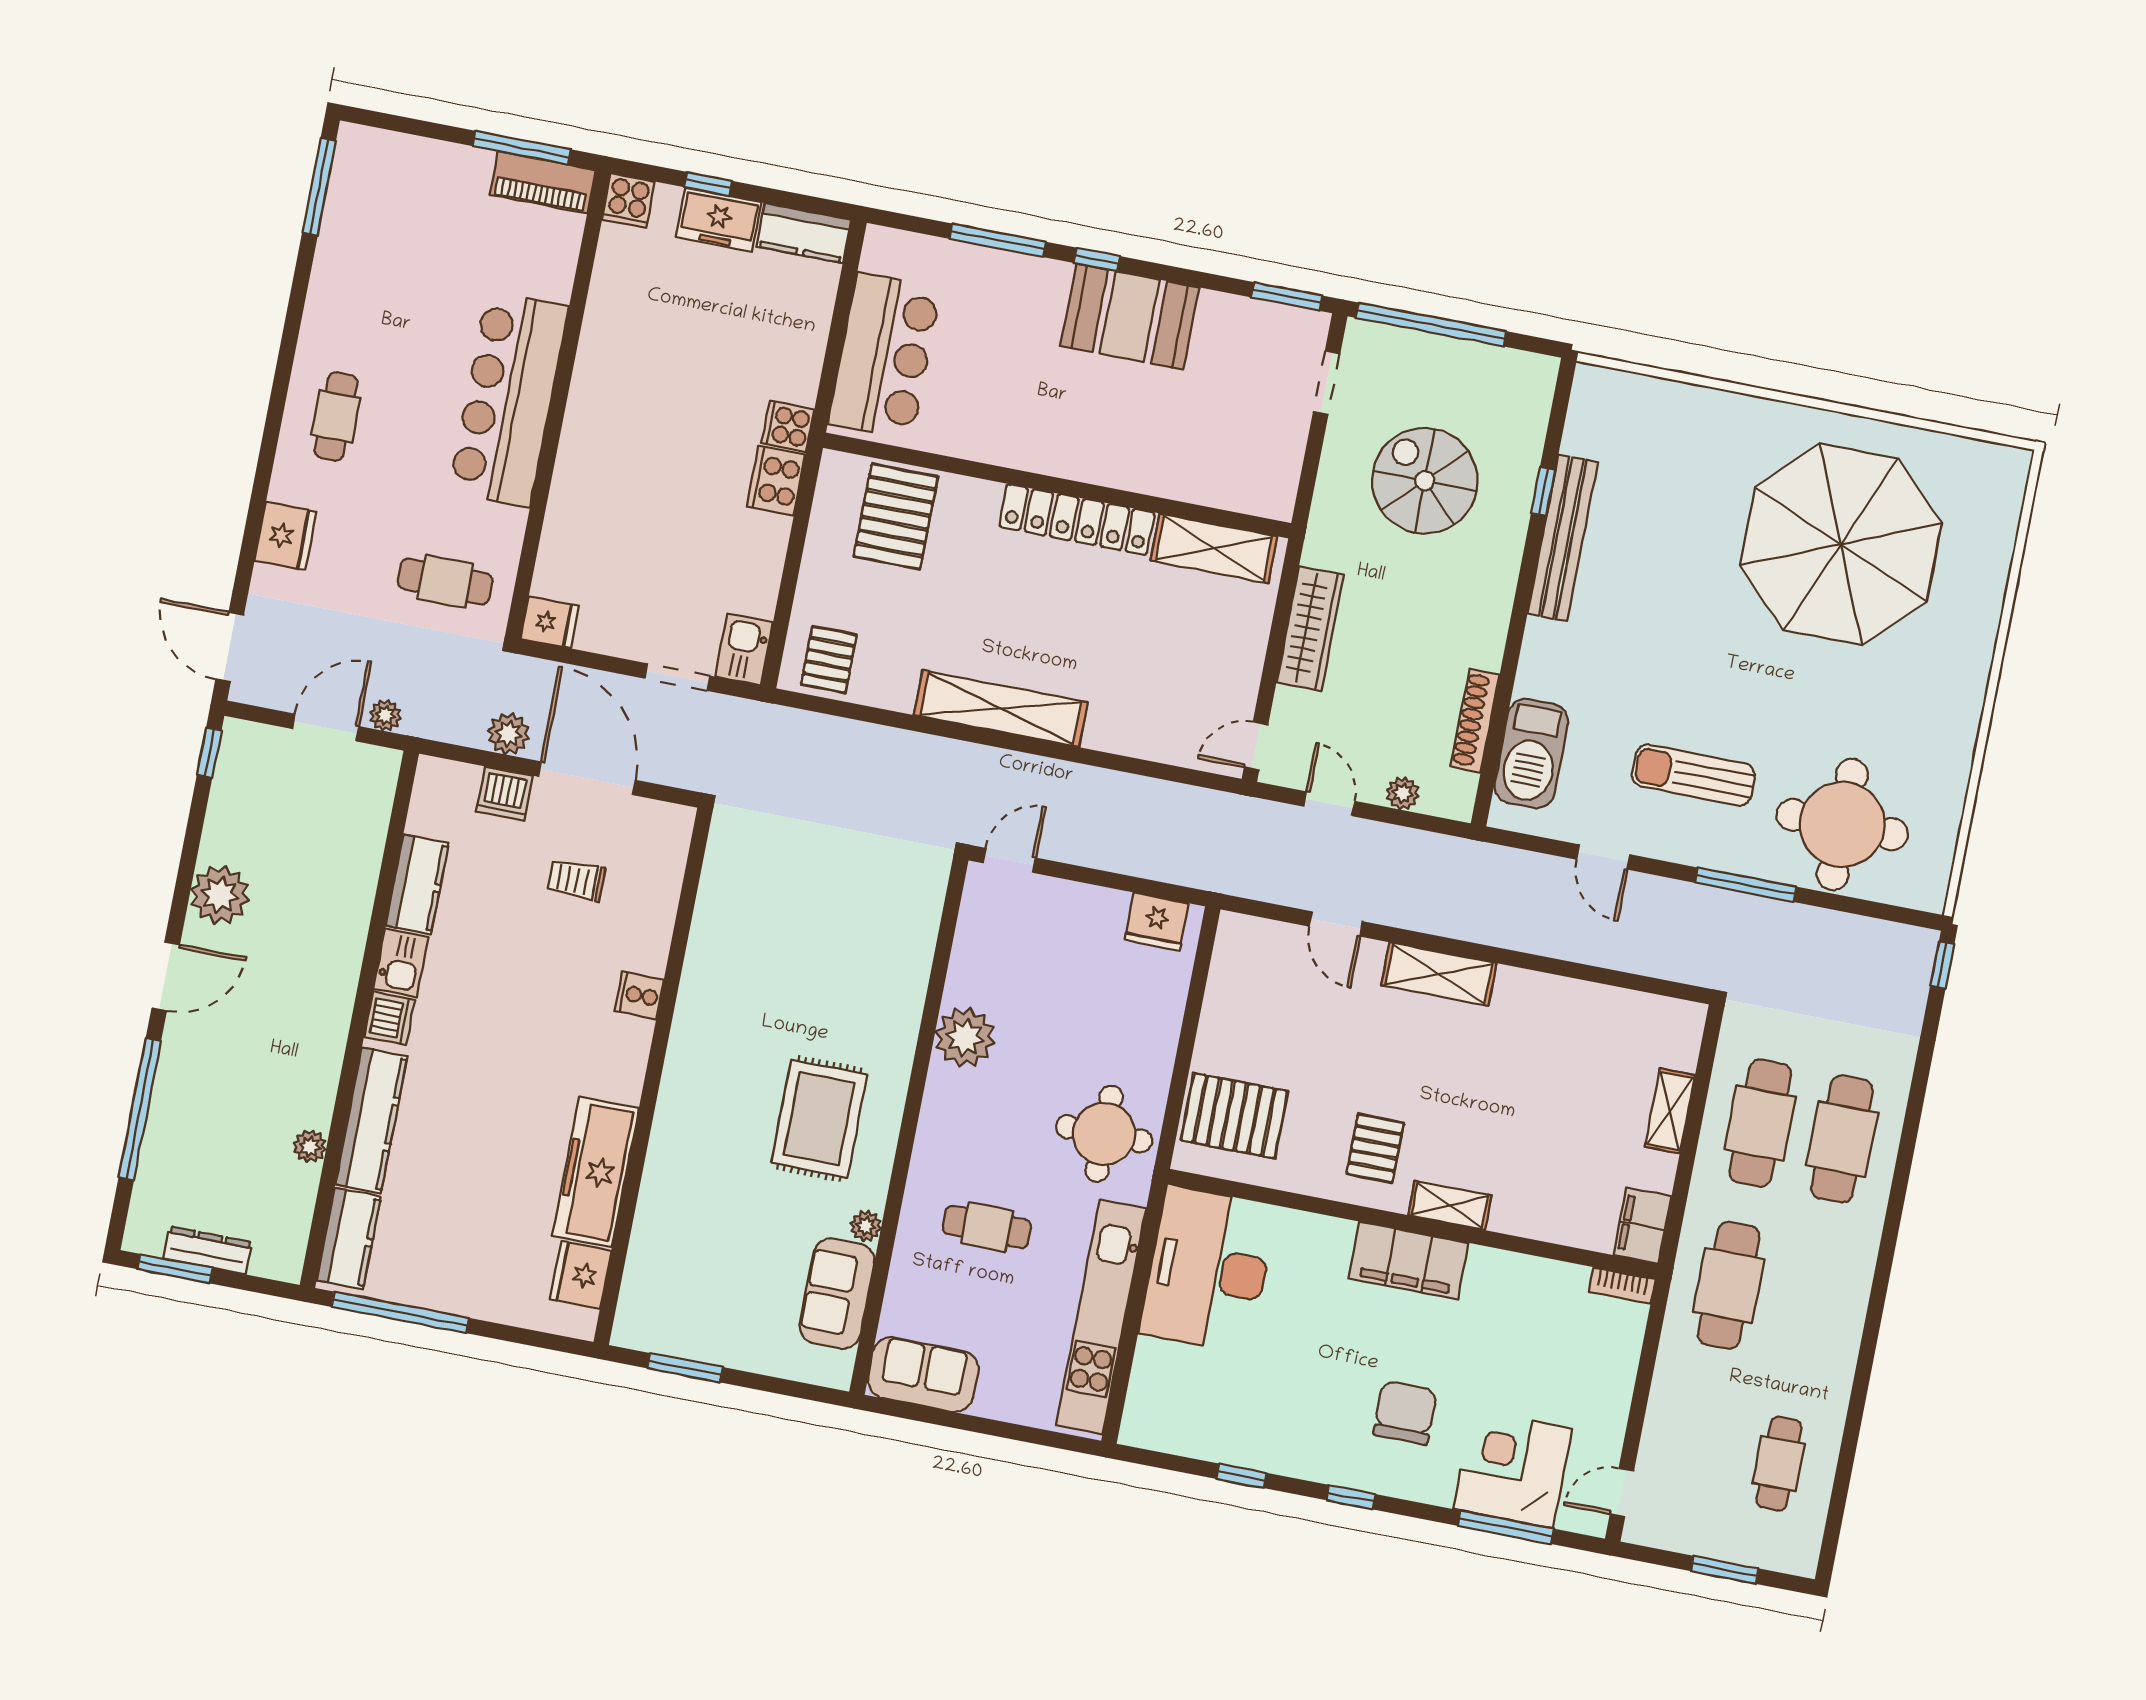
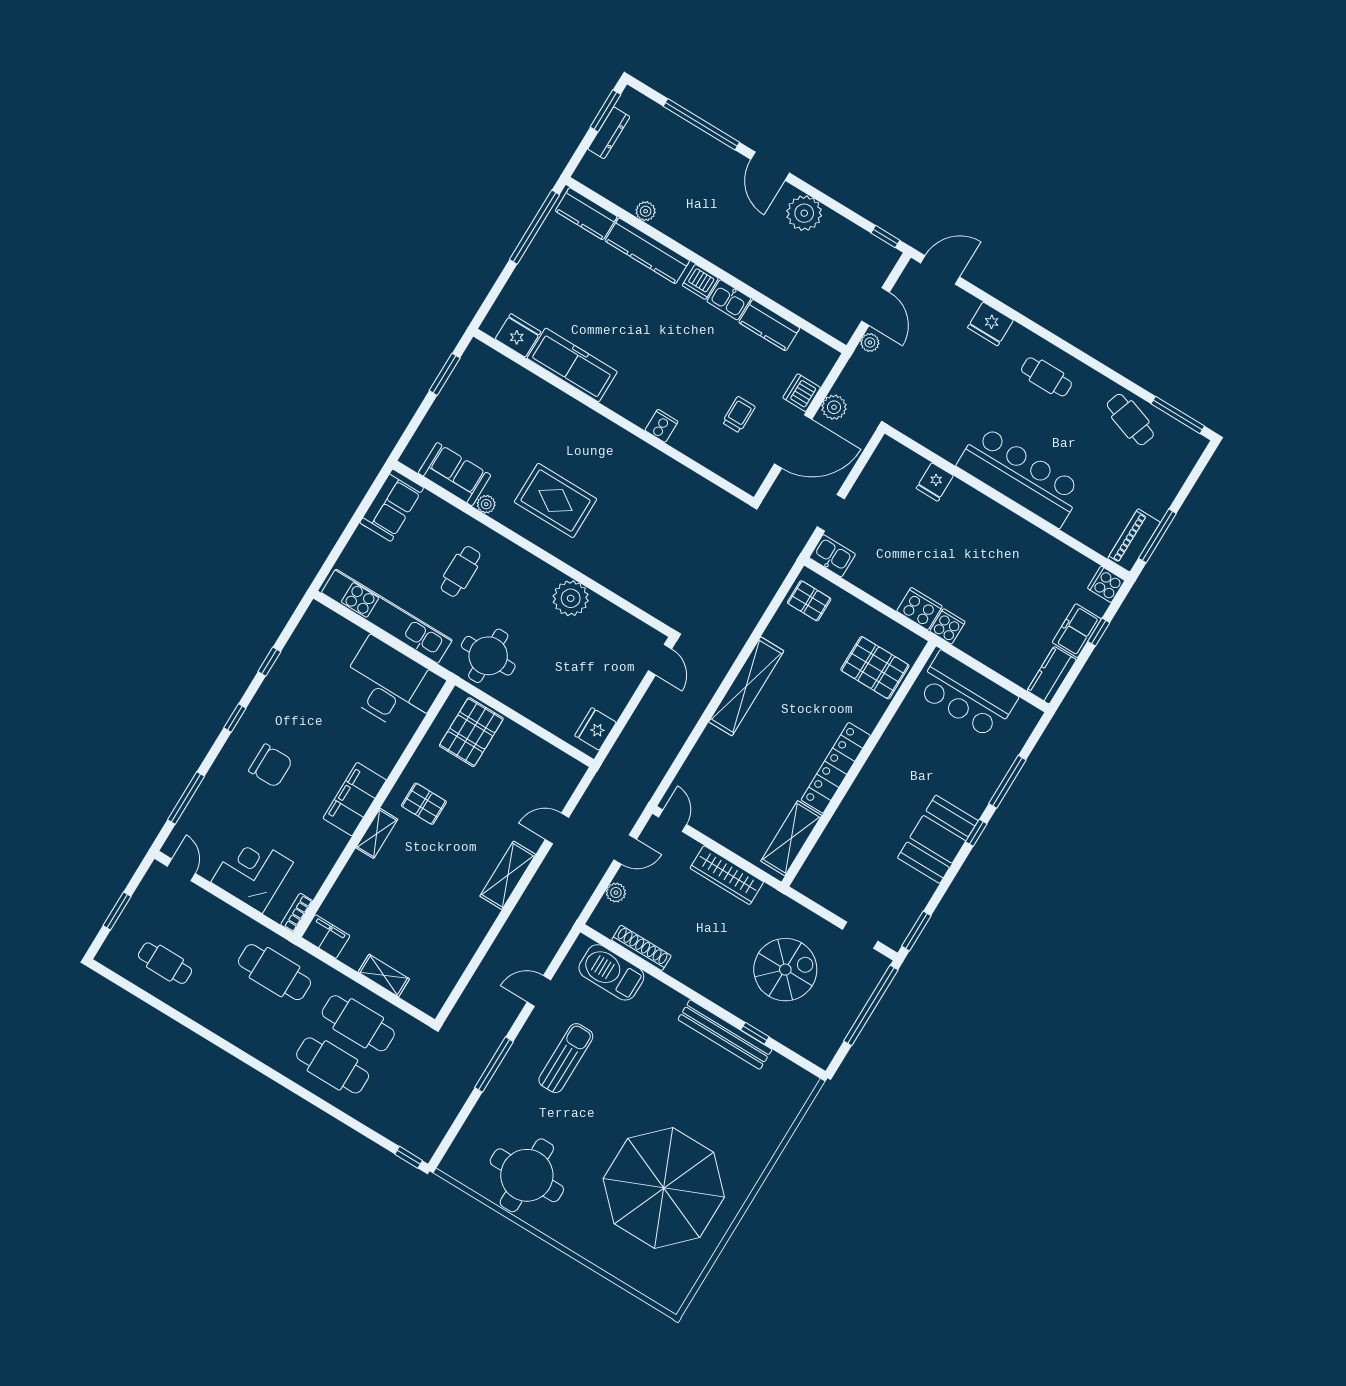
cafe table: (445, 581) -> (1130, 420), moved, turned -71
fridge: (550, 622) -> (935, 482), moved
round table: (1842, 824) -> (527, 1175), moved
corner desk: (1513, 1469) -> (252, 872), moved, turned -90

